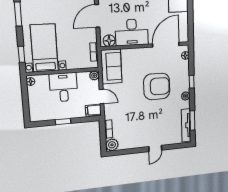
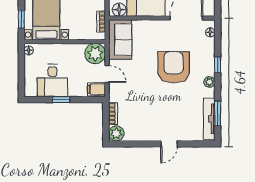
plant: (94, 76) -> (95, 54), width x1.87, depth x1.87
armchair: (157, 86) -> (174, 67), turned -90
desk: (63, 87) -> (52, 81), moved, turned 180

